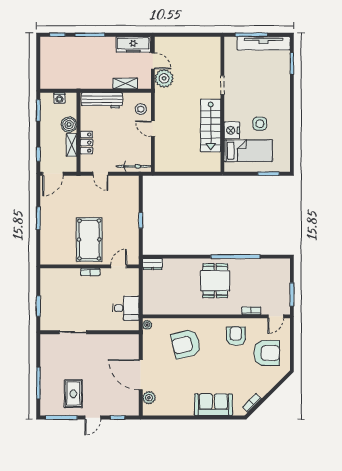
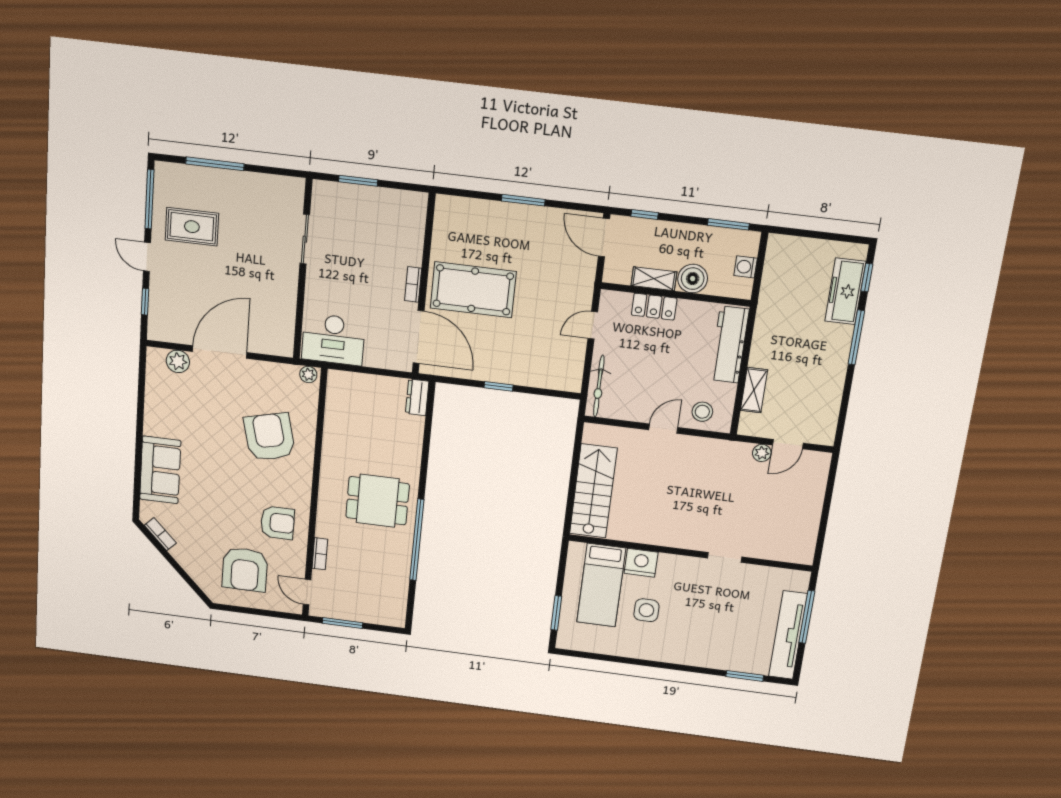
freezer: (133, 45) -> (845, 291), moved
plant: (164, 78) -> (762, 453), width x0.53, depth x0.53
stairs: (211, 126) -> (593, 491), moved, turned 90
door: (119, 266) -> (419, 337), width x1.88
desk: (126, 308) -> (333, 339), width x1.37

